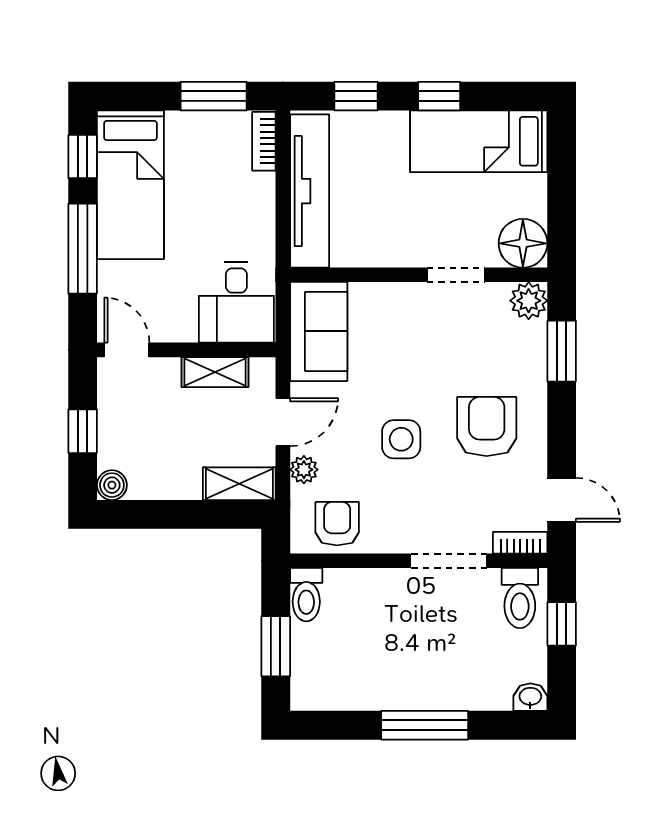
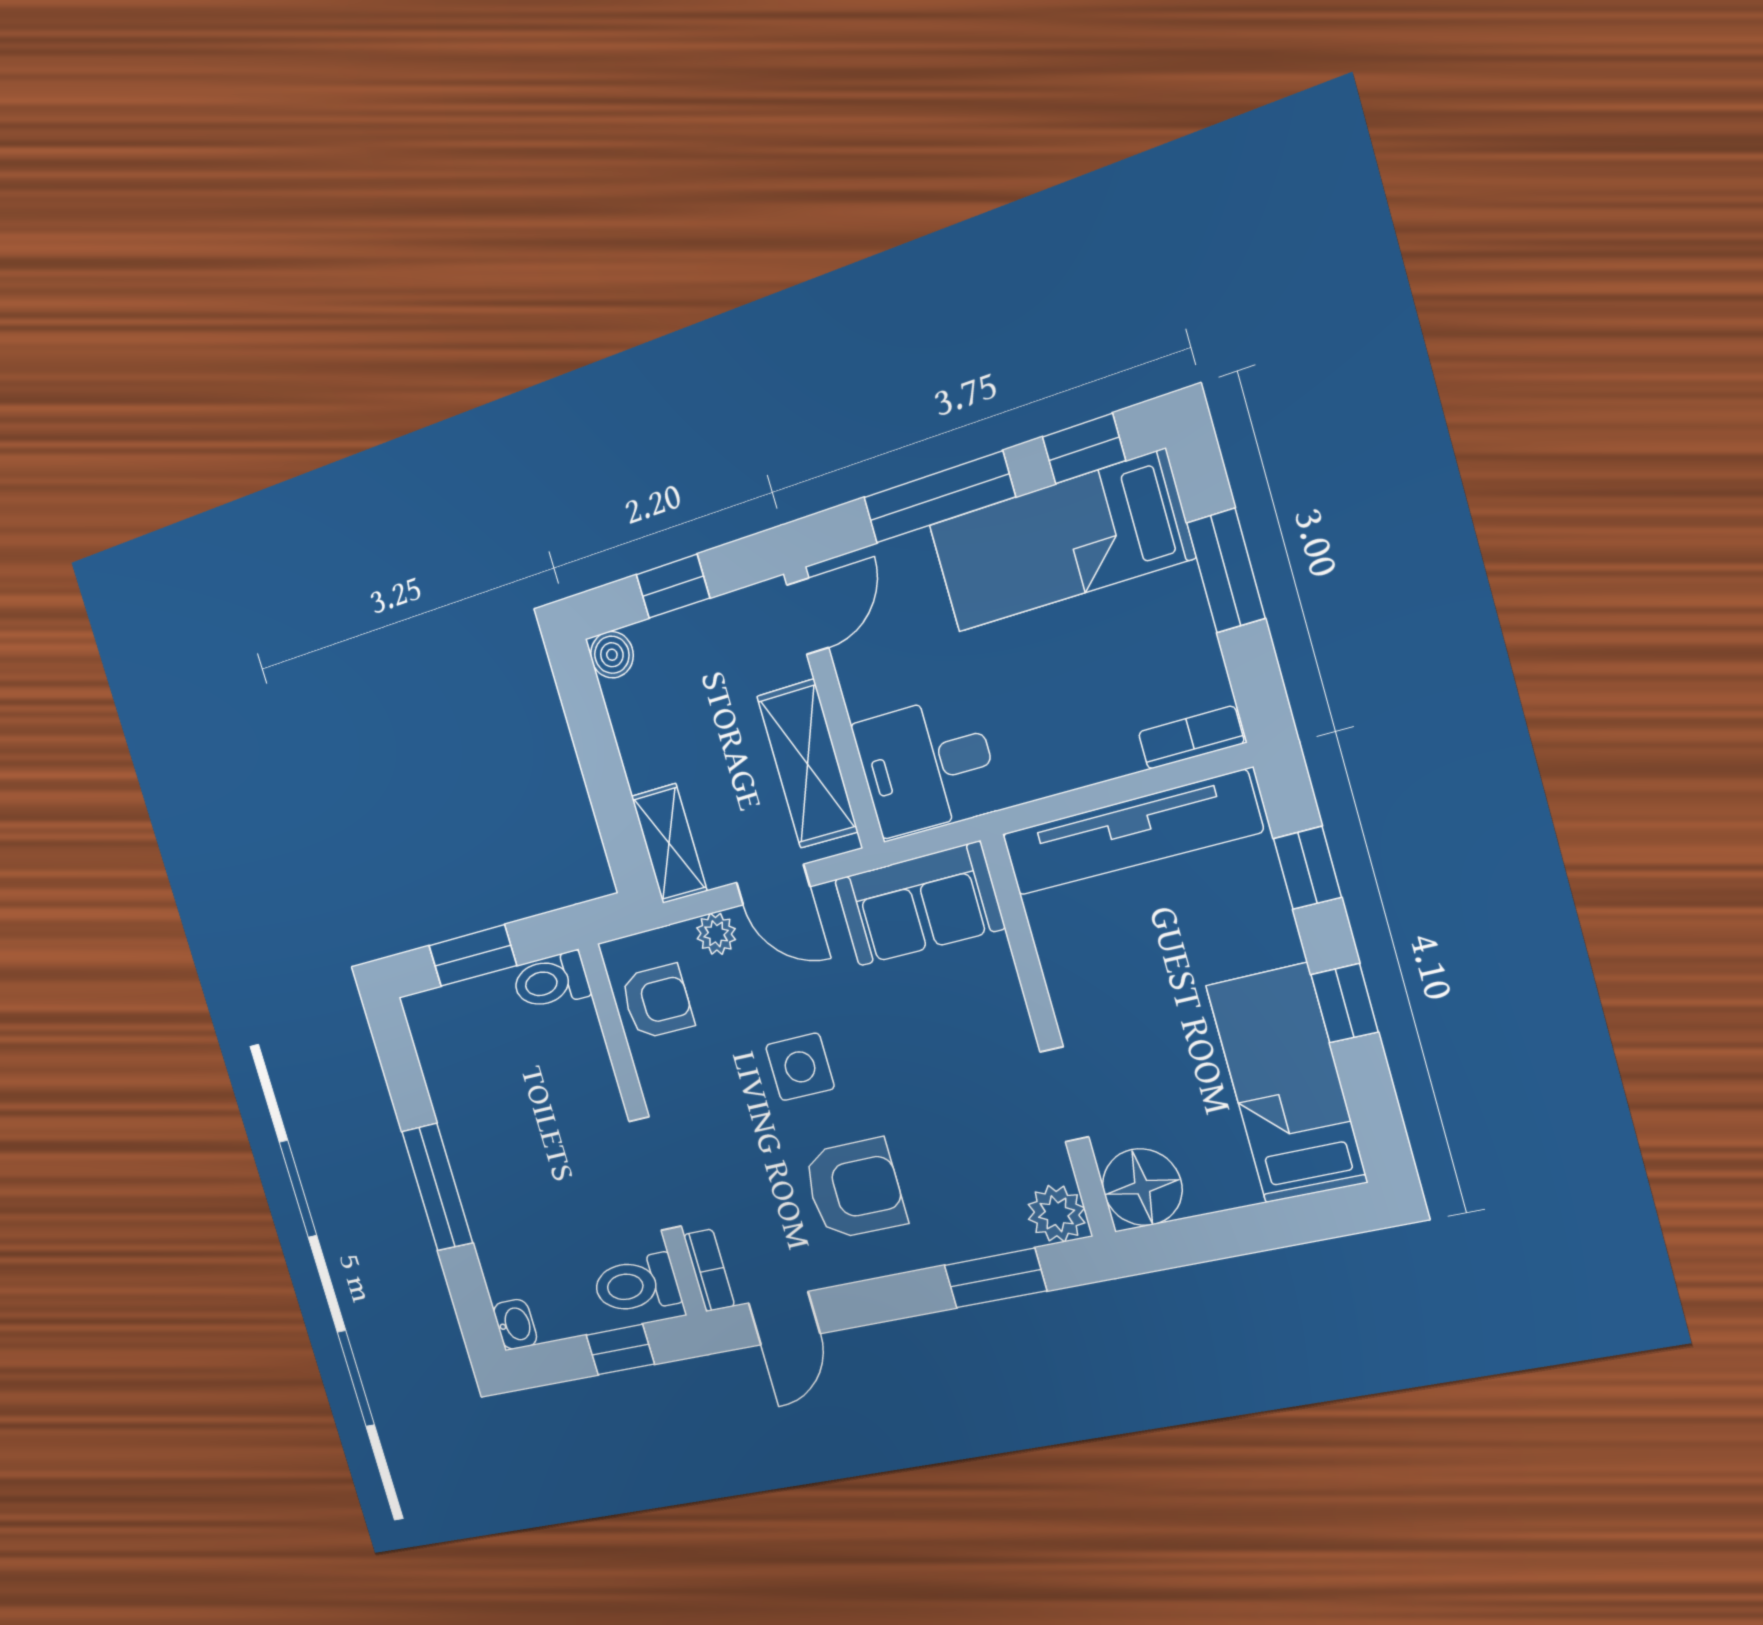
window: (214, 96) -> (1226, 571), moved
shelving: (215, 372) -> (807, 764), width x1.50, depth x1.33

